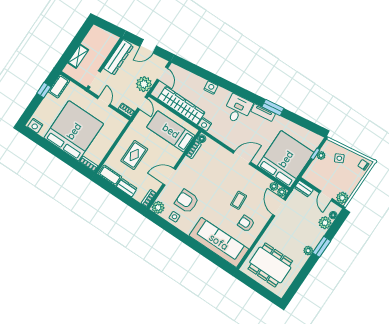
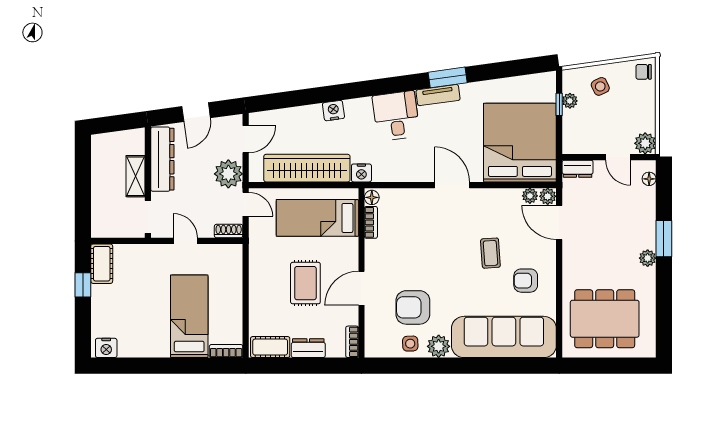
shelving: (78, 56) -> (136, 176), moved
door: (162, 74) -> (246, 139), hinge flipped
bed: (74, 131) -> (189, 316), width x0.49
rug: (134, 155) -> (305, 283), moved
door: (242, 158) -> (452, 185), hinge flipped
plant: (158, 207) -> (439, 346), moved
plant: (325, 223) -> (645, 199), removed

